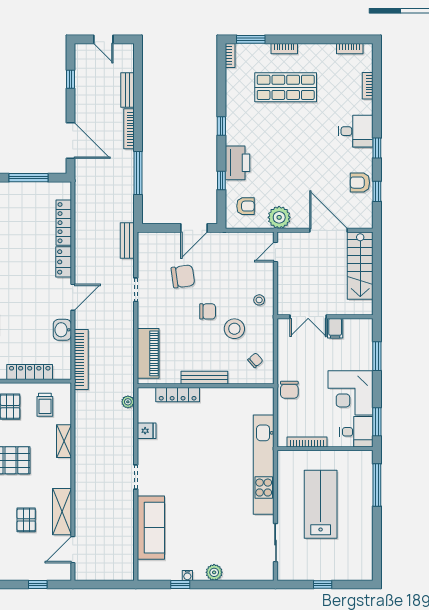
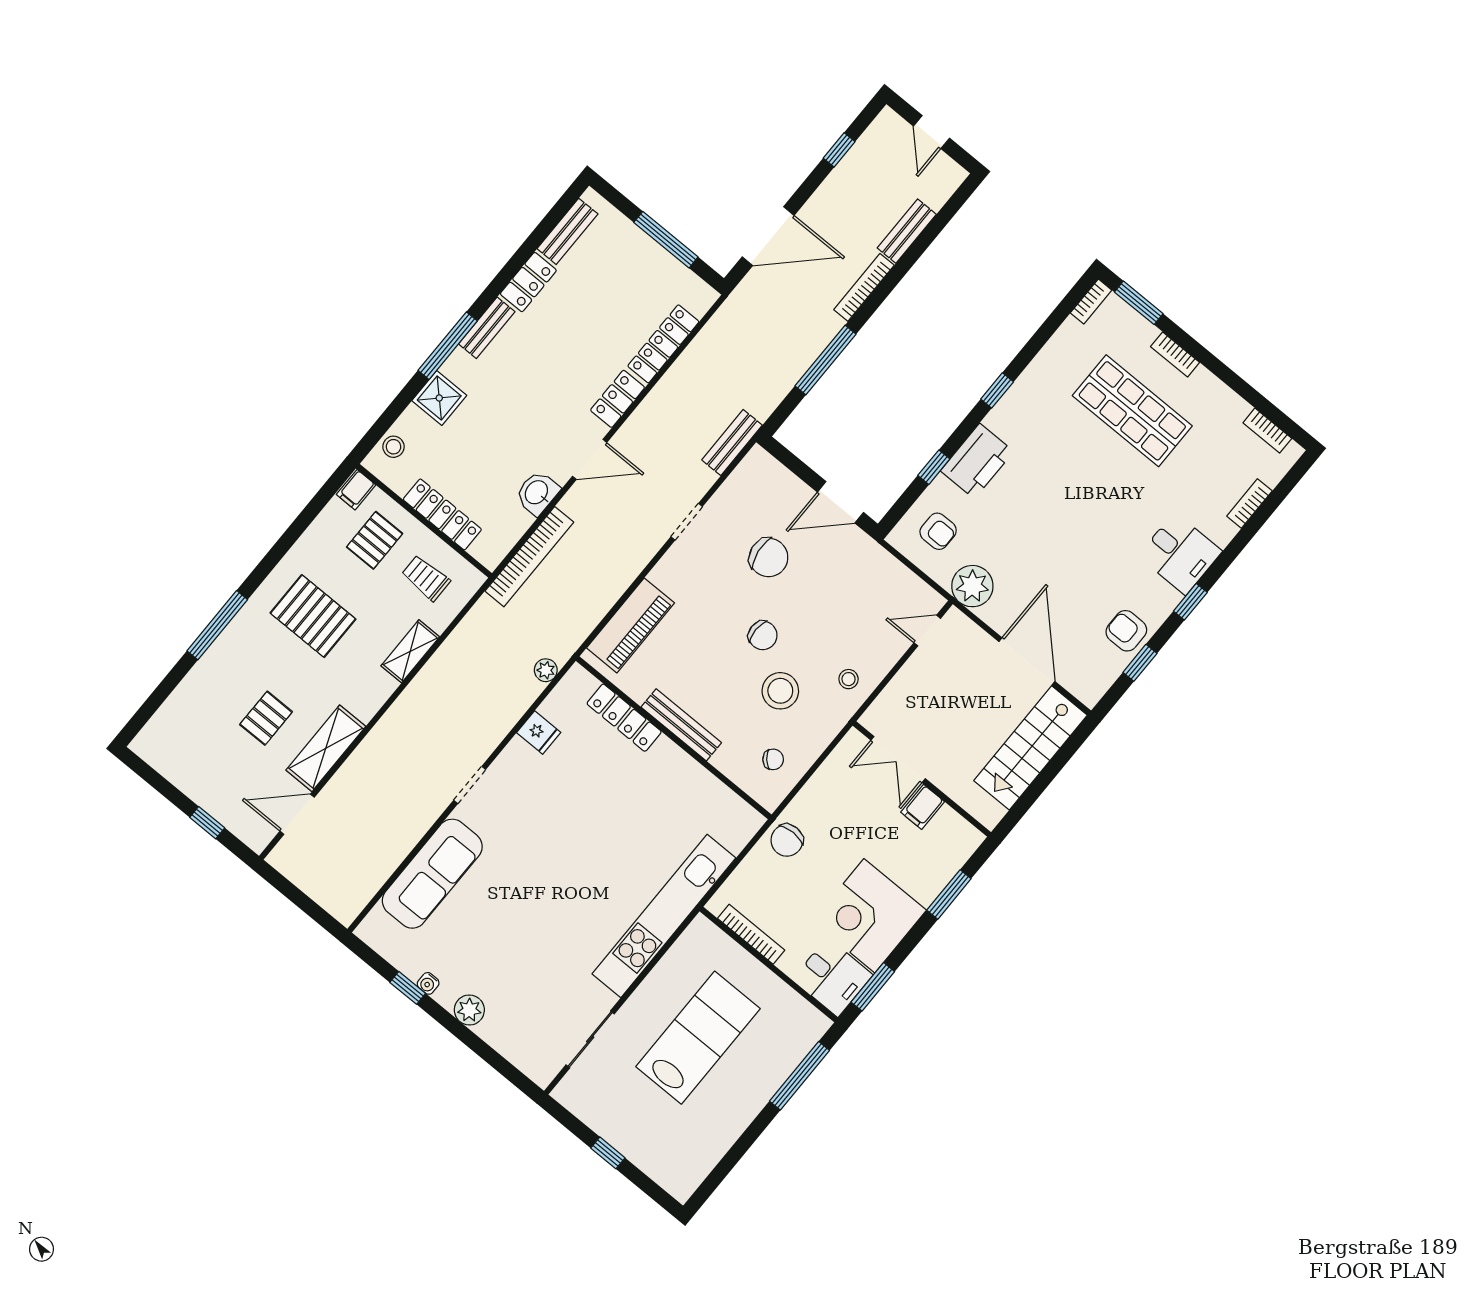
door: (71, 140) -> (768, 236), hinge flipped
trolley: (45, 405) -> (426, 578), turned 90

